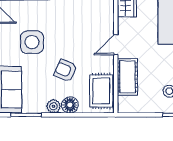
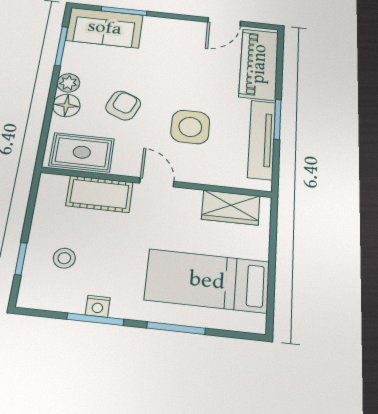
side table: (32, 42) -> (190, 127), moved

